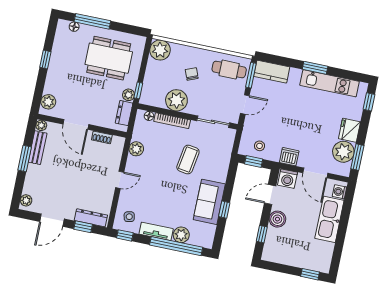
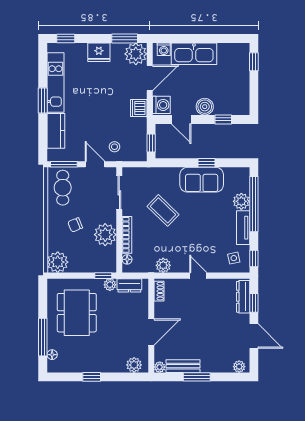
kitchen counter: (272, 72) -> (56, 131), moved
shoe rack: (102, 137) -> (159, 291), moved
stool: (260, 146) -> (114, 147), moved
plant: (343, 152) -> (136, 54), moved
coffee table: (188, 159) -> (163, 210), turned 35

